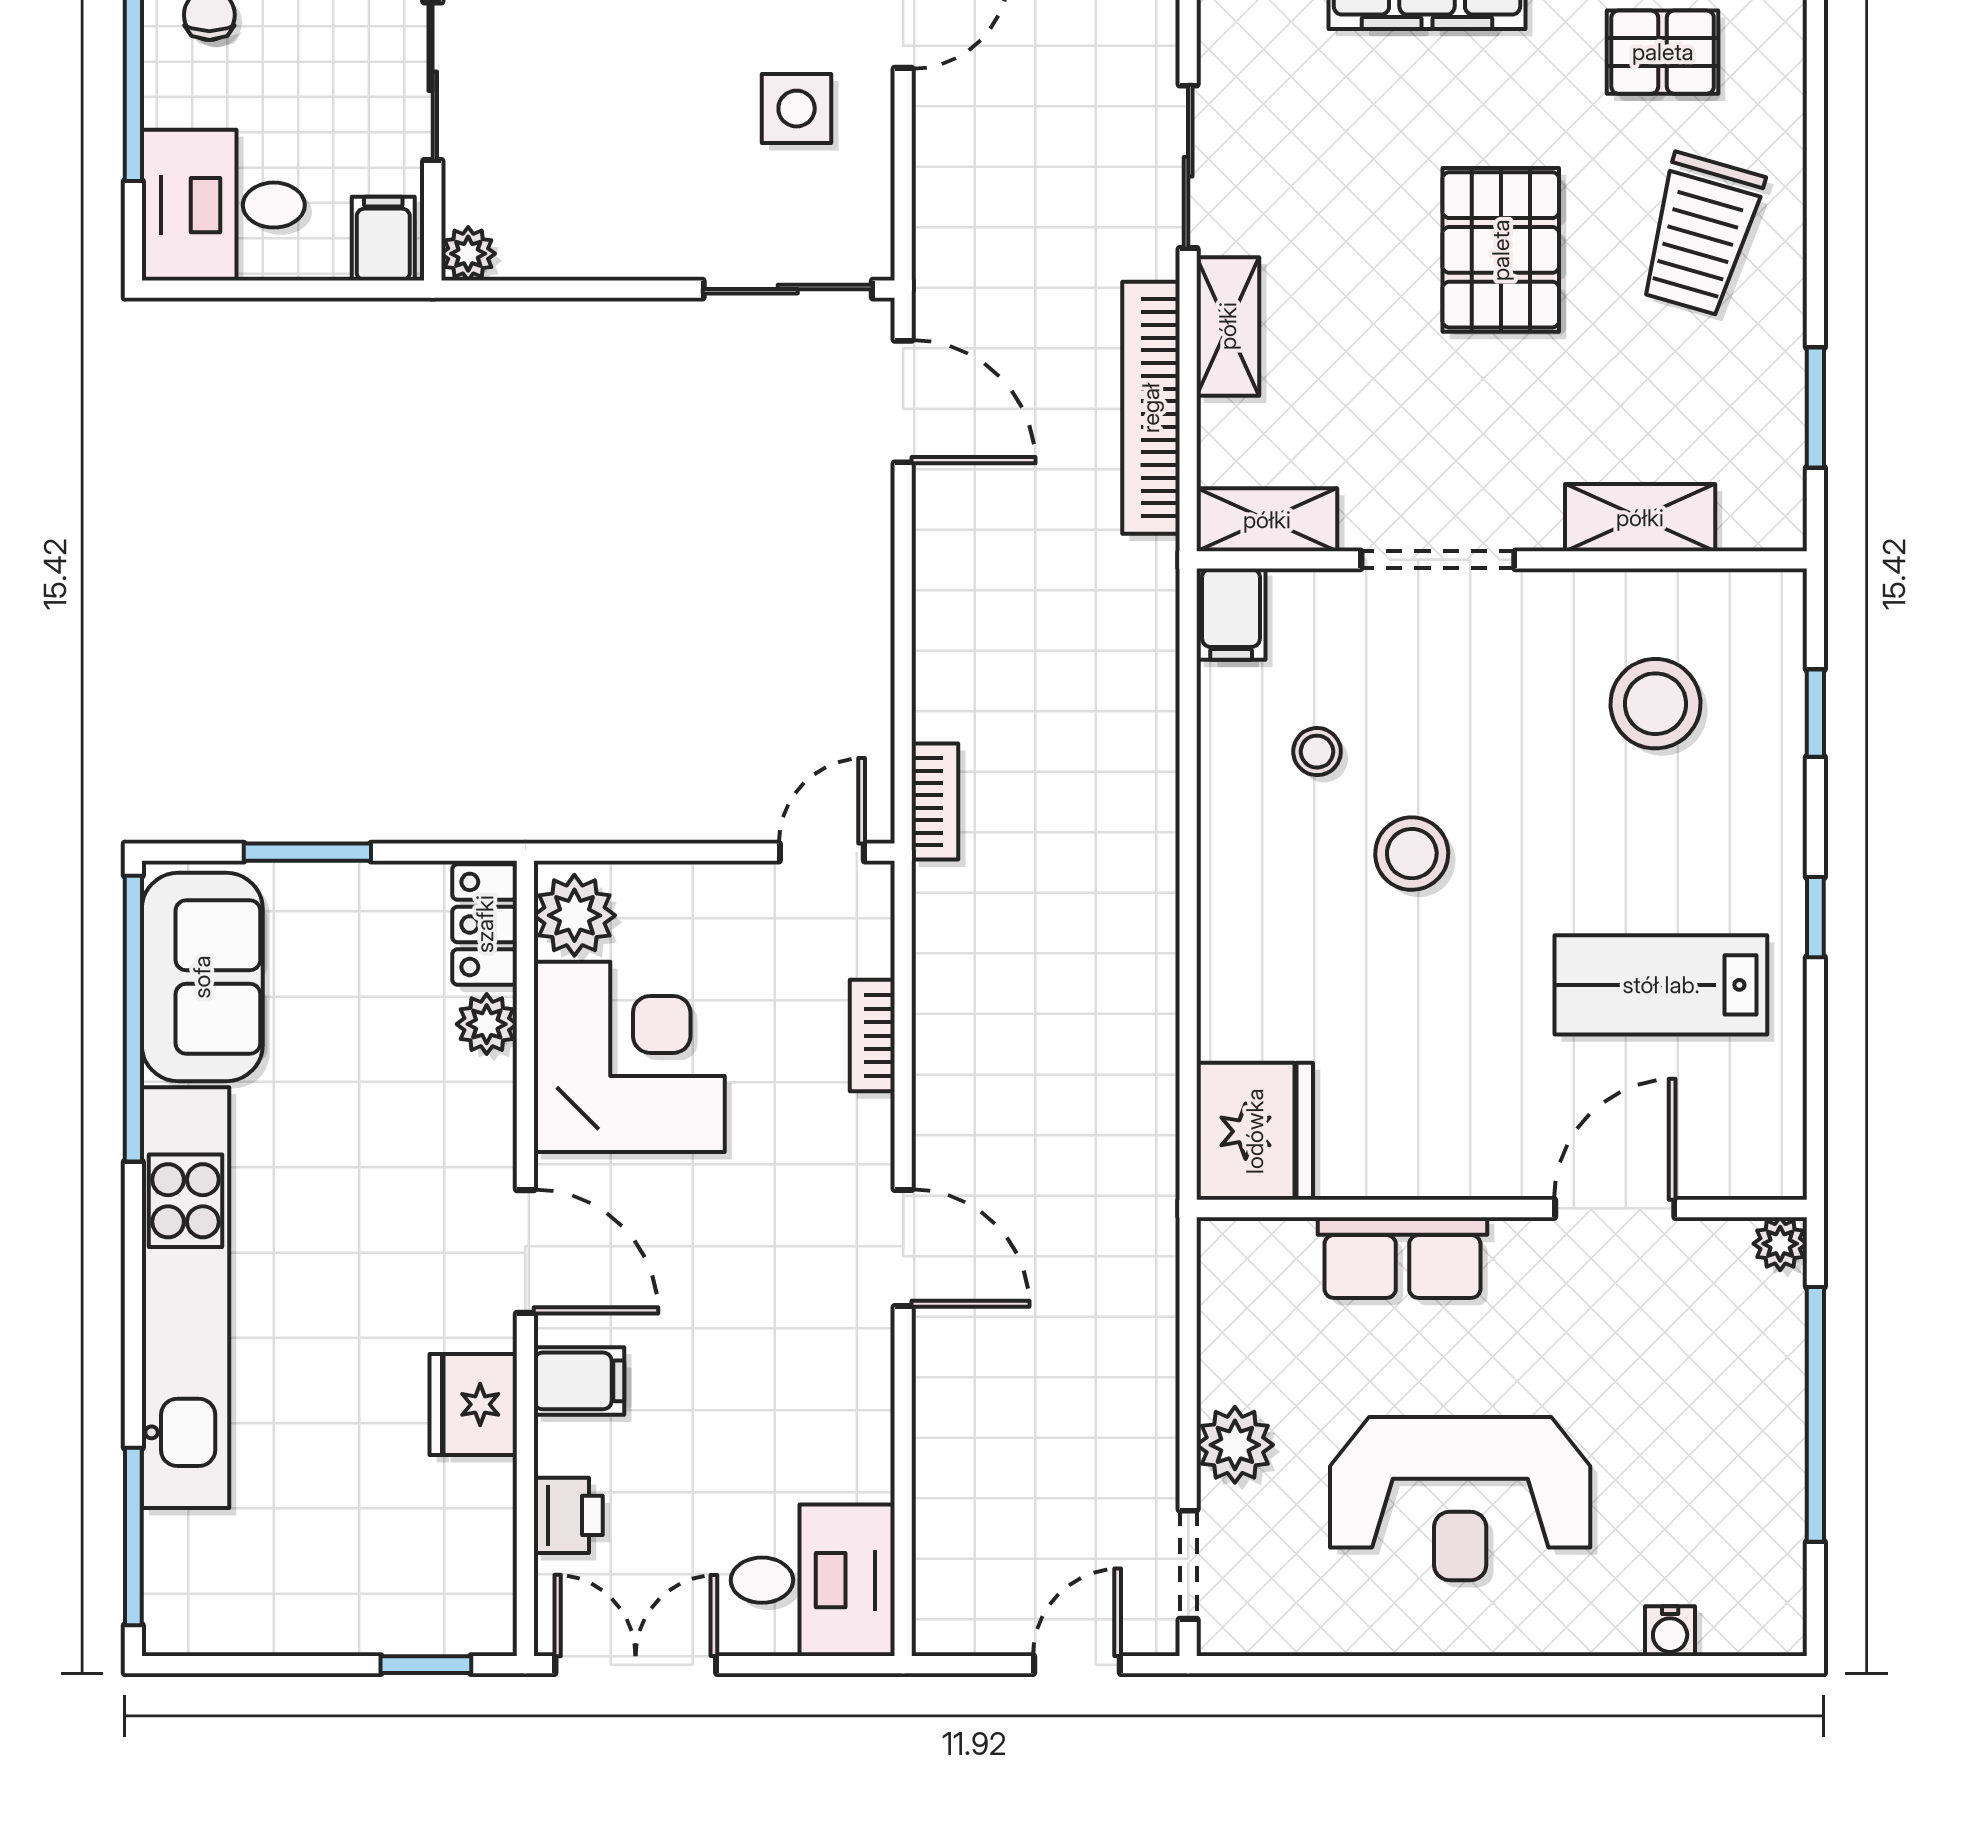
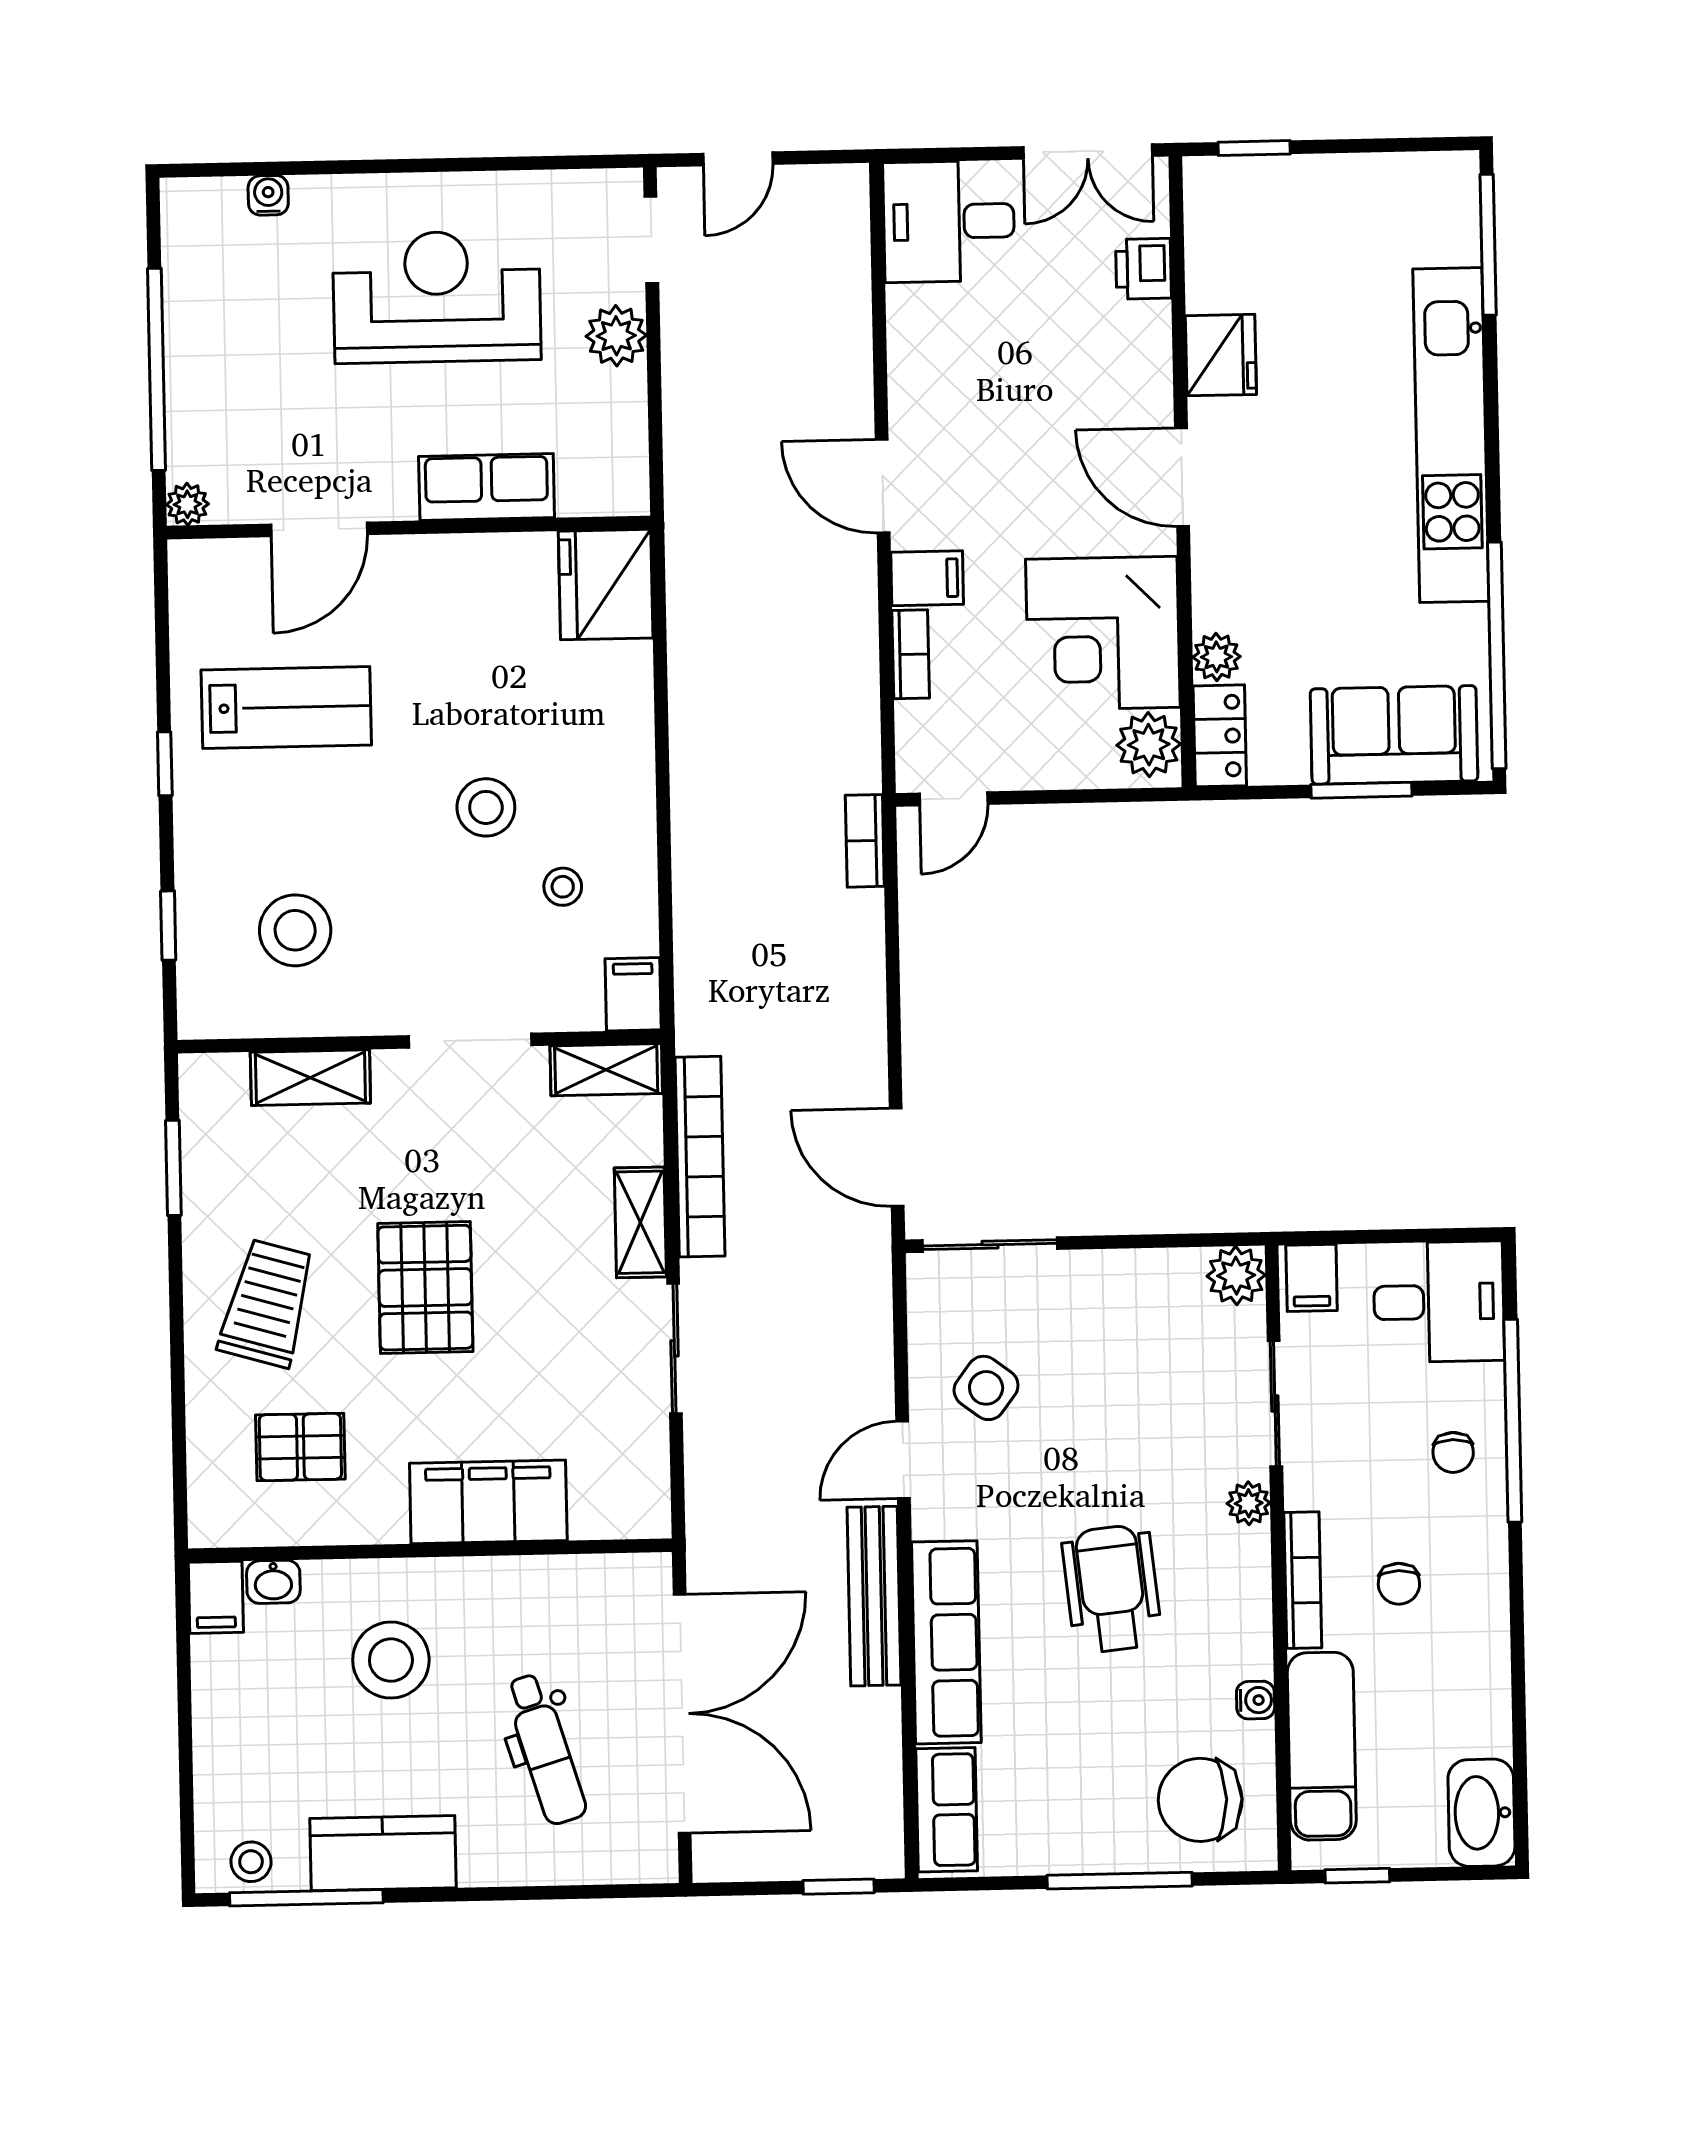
side table: (797, 109) -> (986, 1388), turned 37
plant: (468, 254) -> (1236, 1276), width x1.38, depth x1.38
sofa: (202, 977) -> (1394, 735), moved, turned 90
filing cabinet: (579, 1381) -> (927, 578), moved, turned 180

